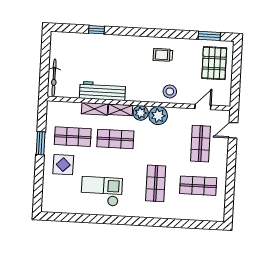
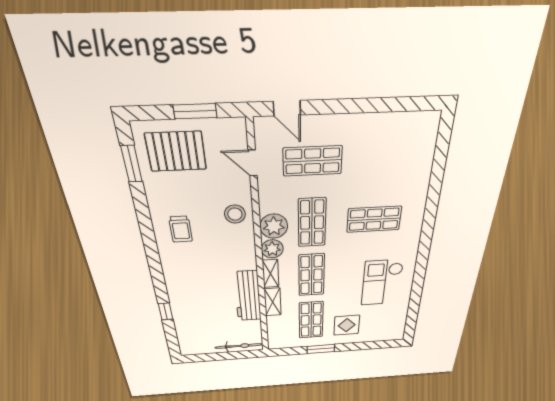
window: (236, 79) -> (195, 111), added
shop shelf: (198, 186) -> (312, 223), moved

